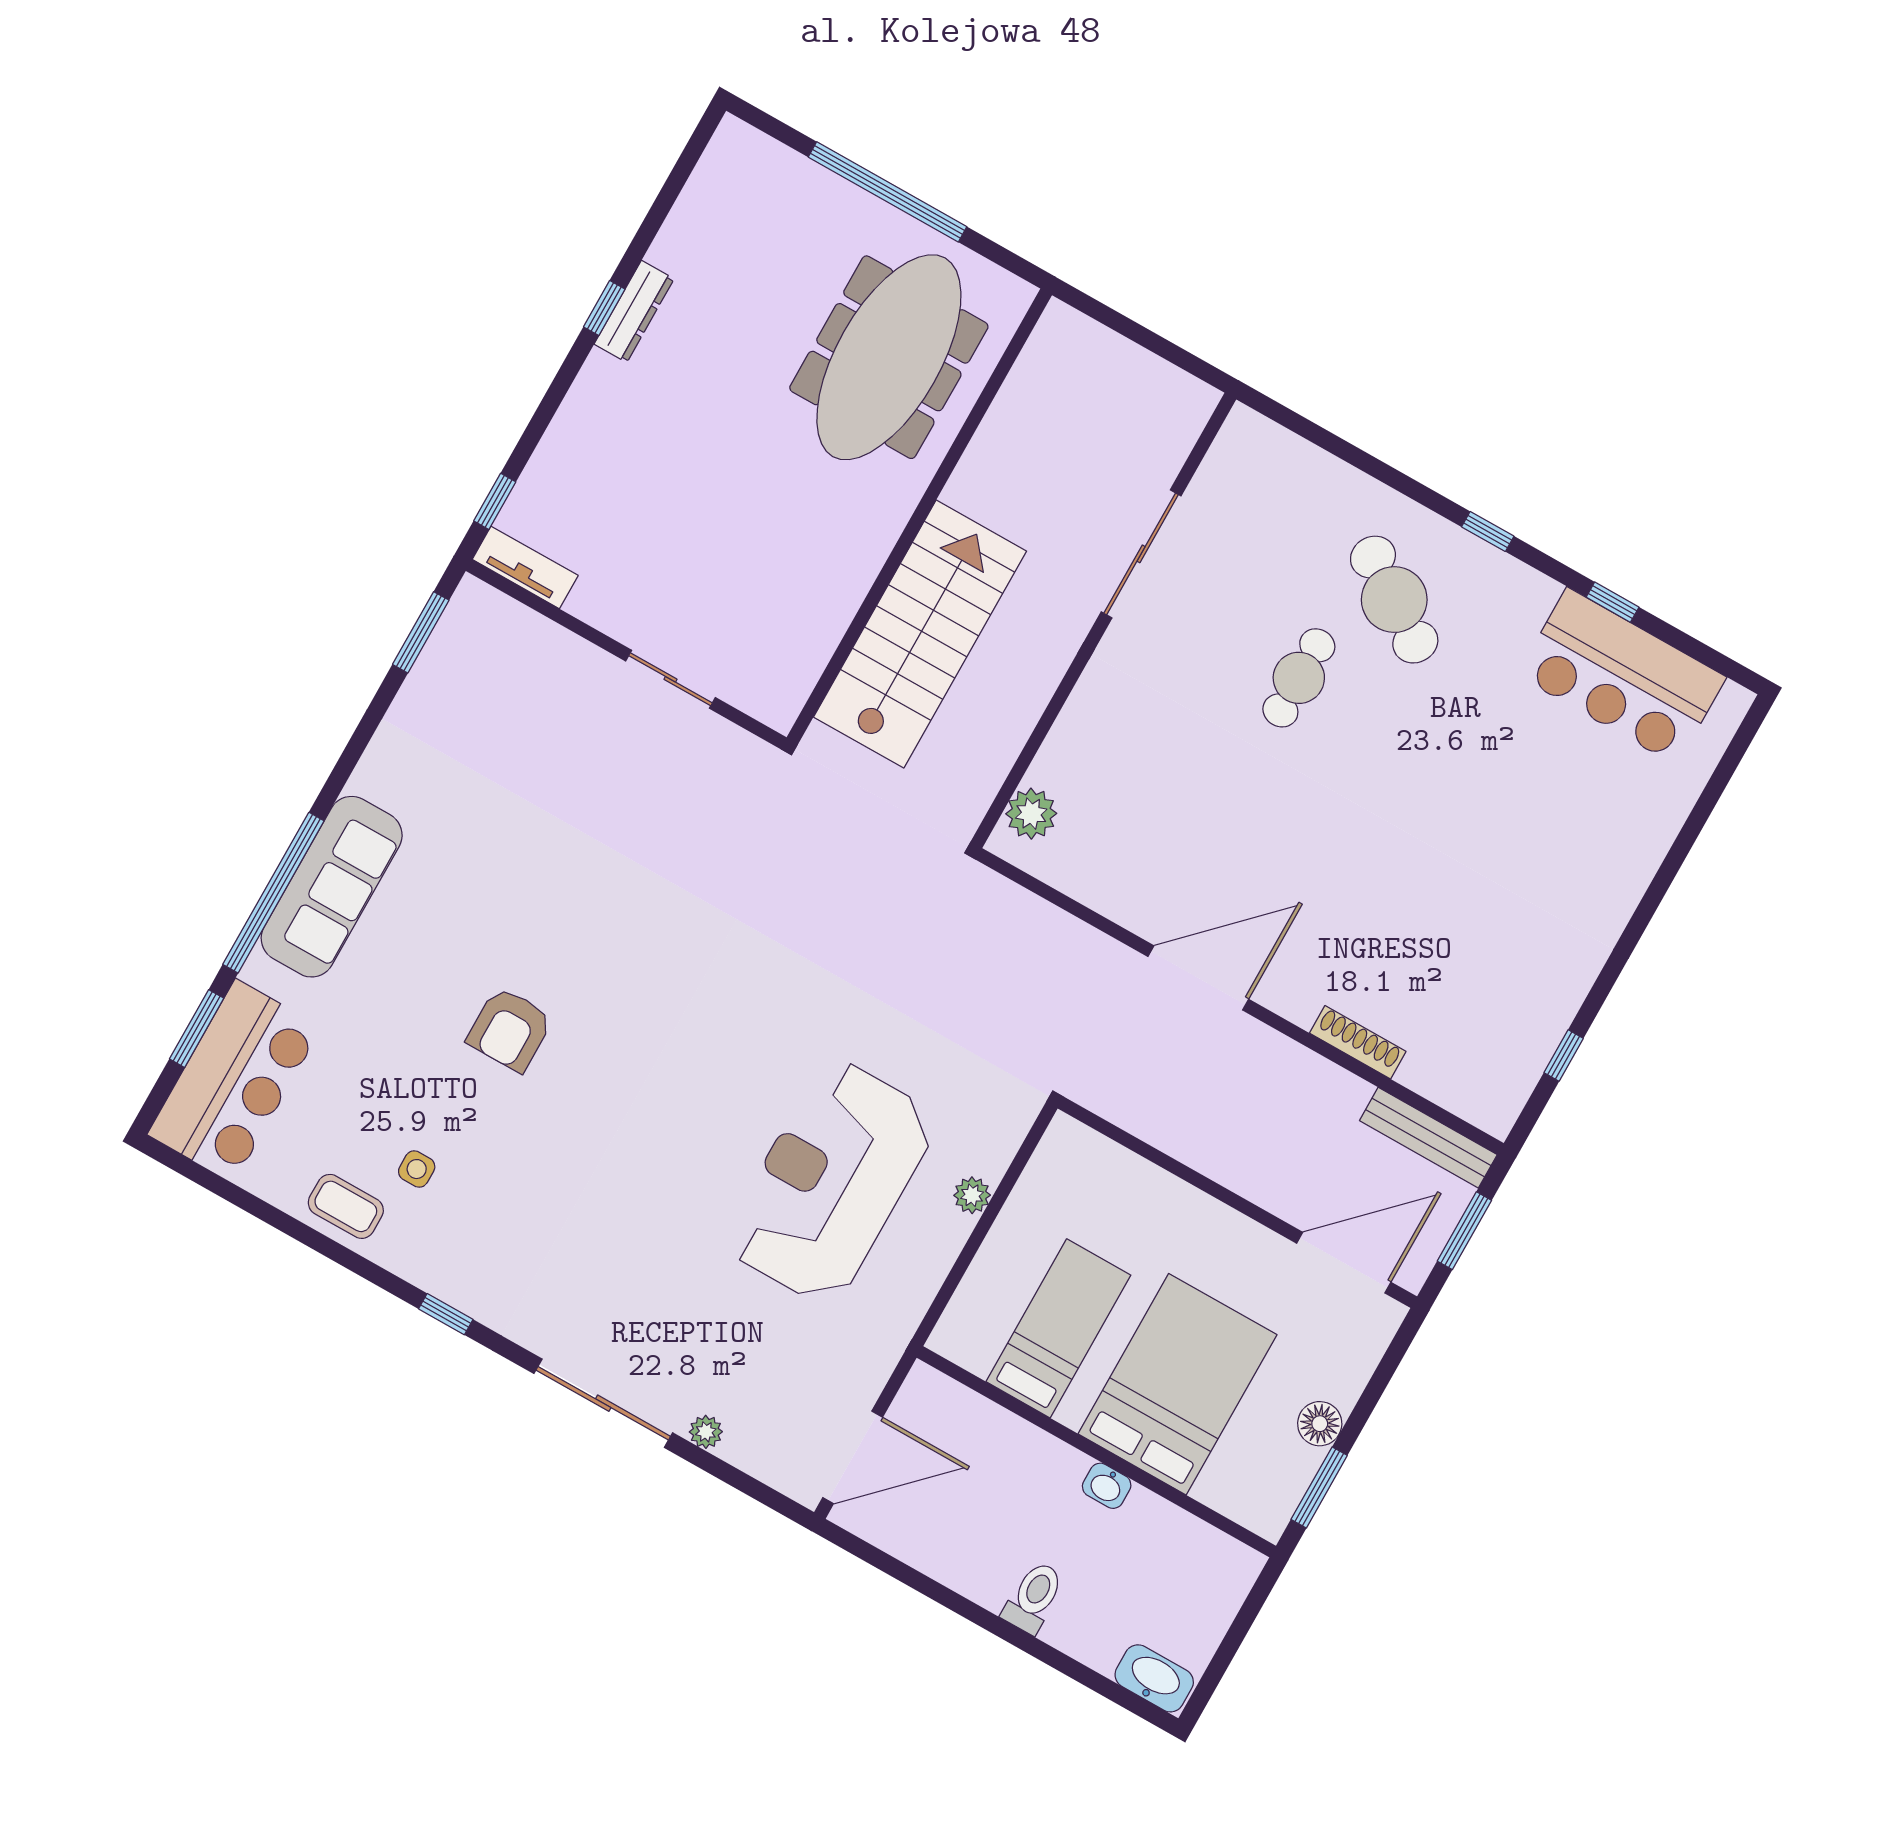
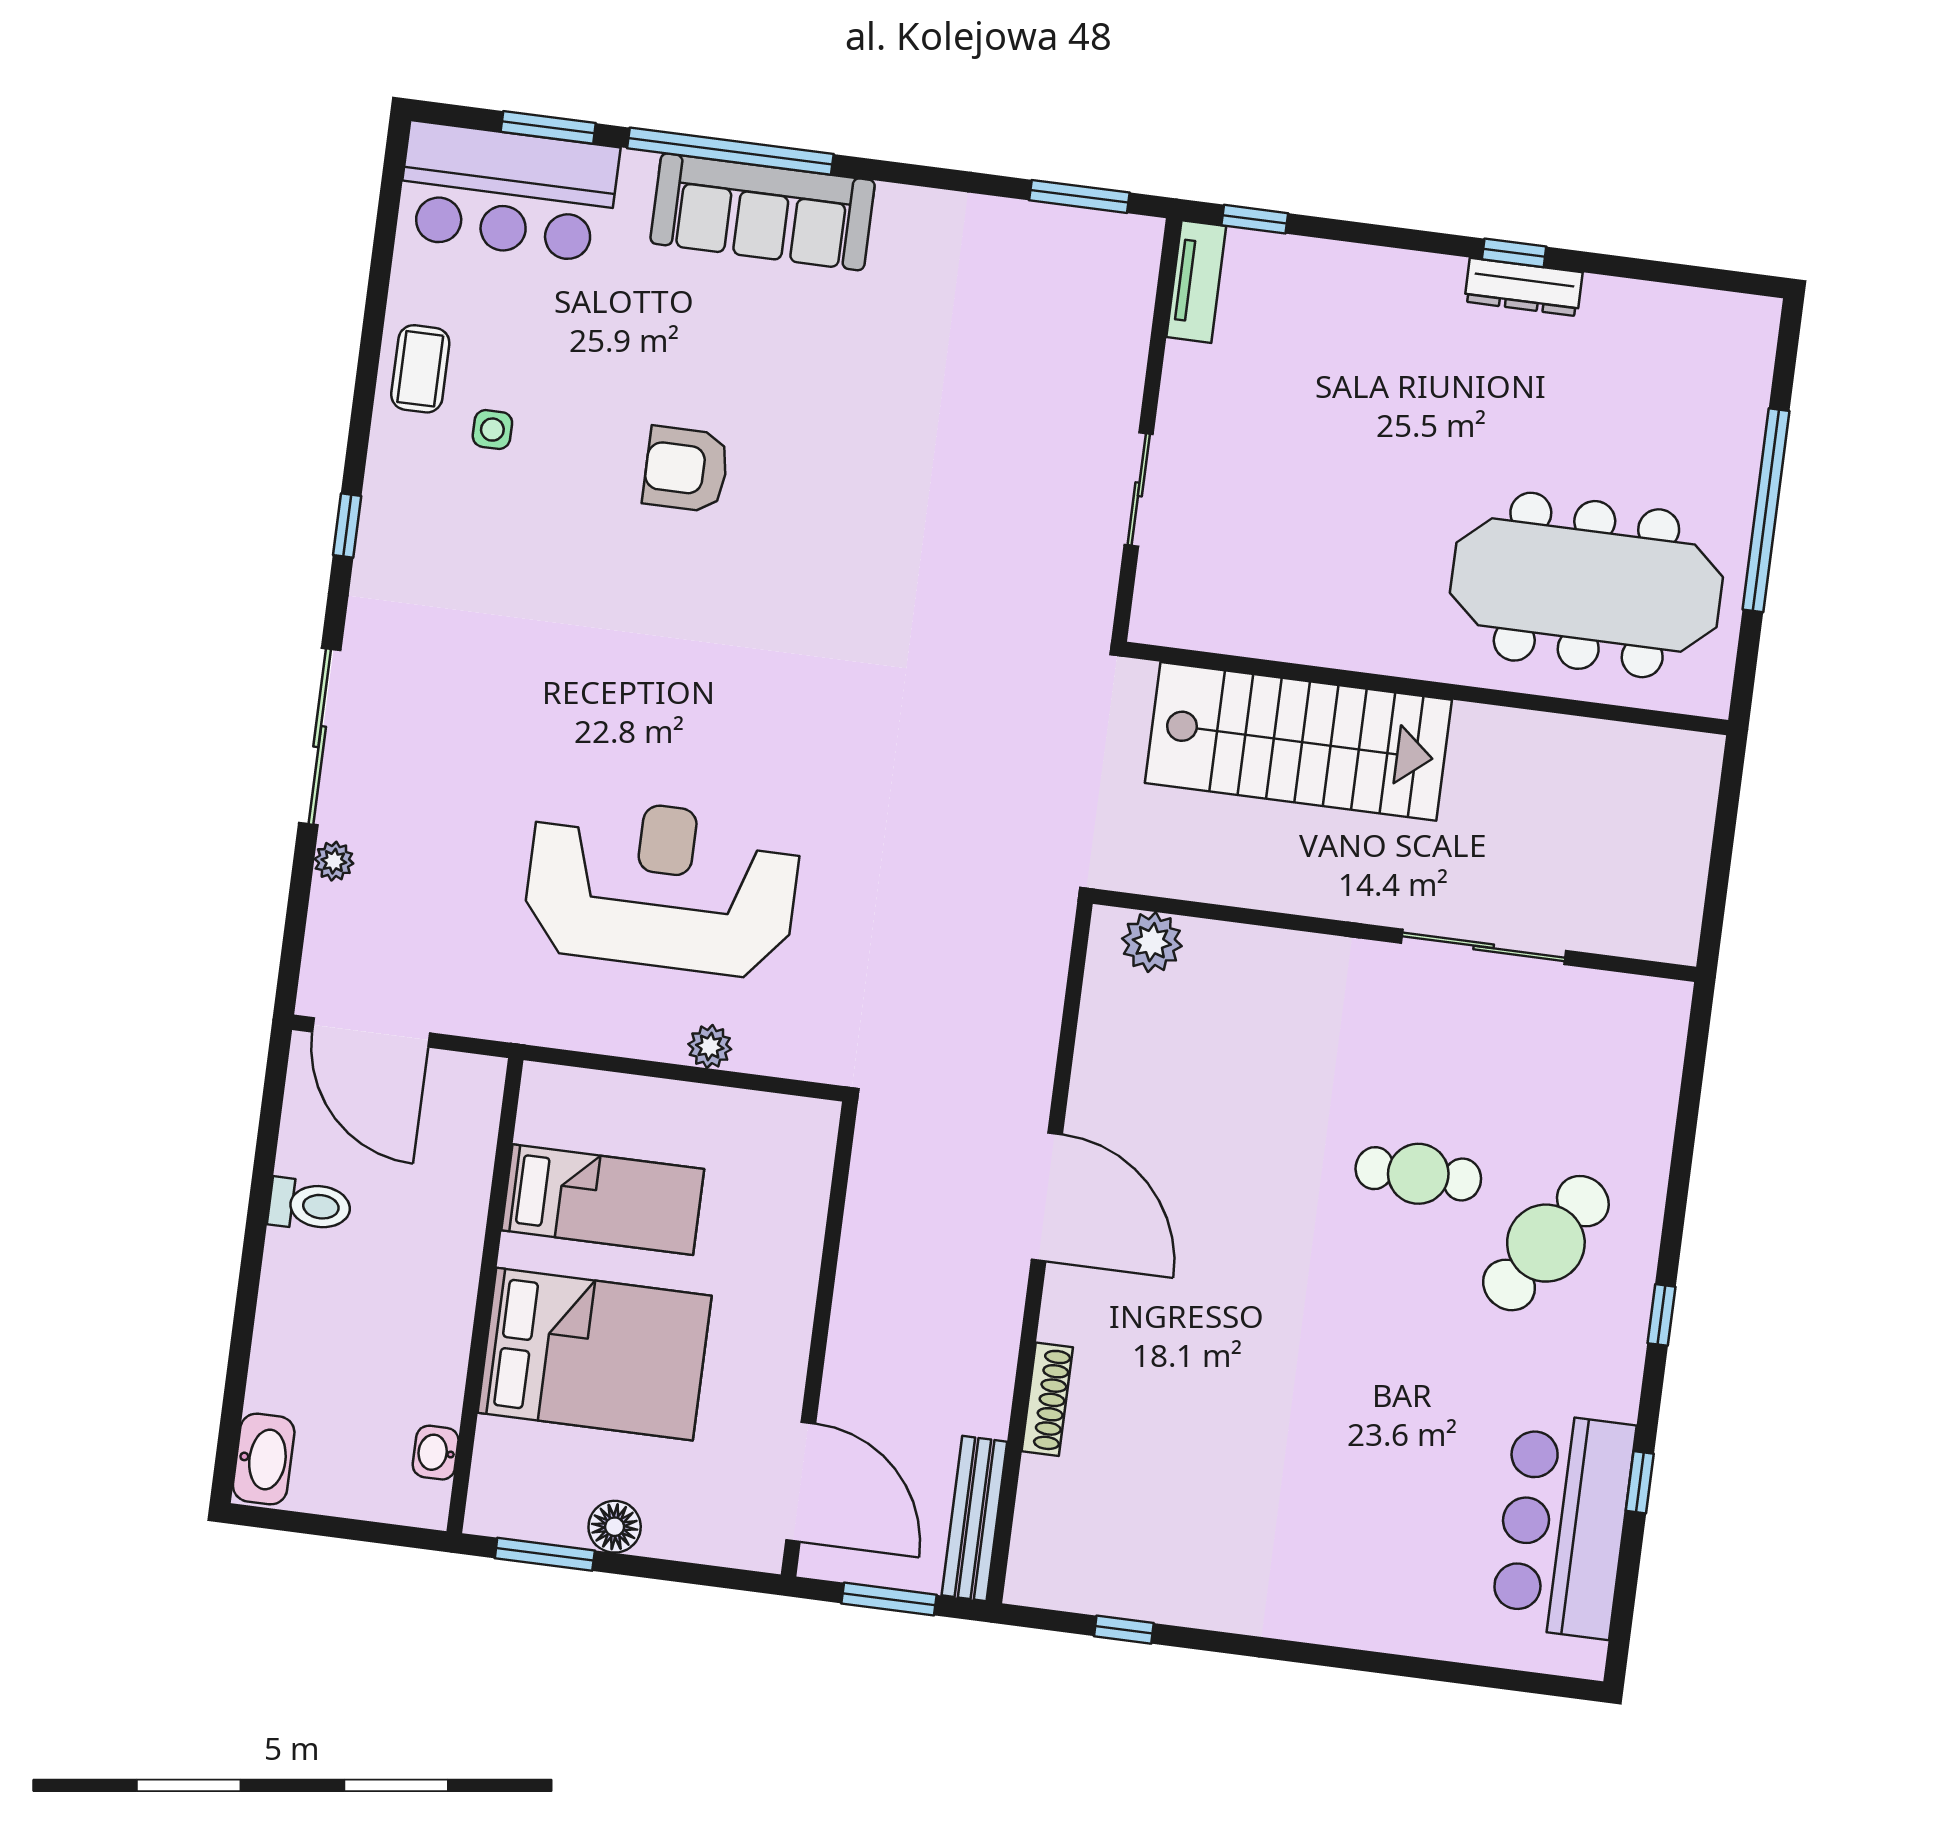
washbasin: (1107, 1486) -> (436, 1453), moved
toilet: (1034, 1597) -> (310, 1205), moved

